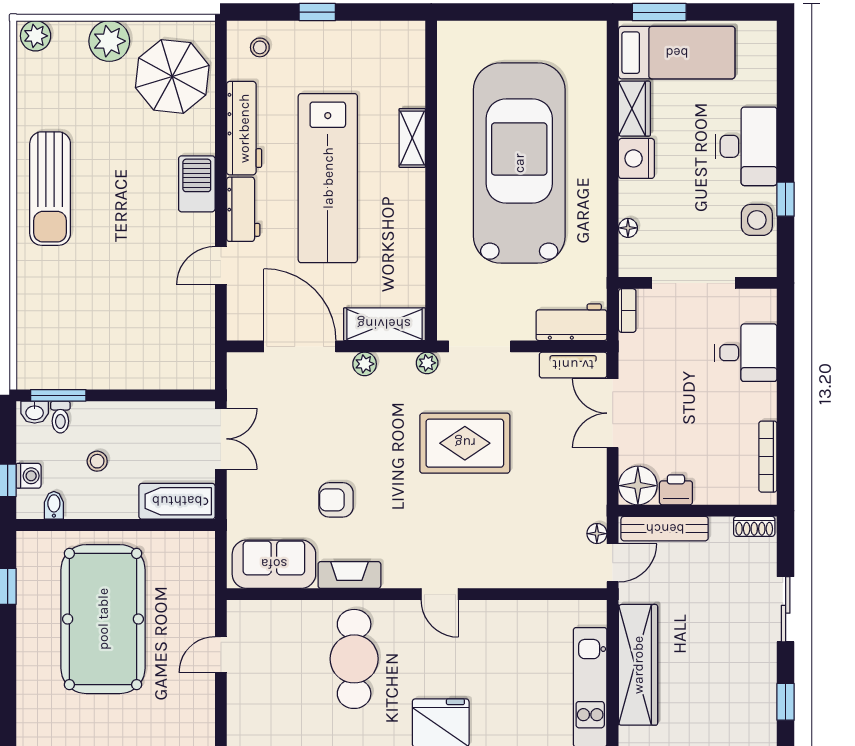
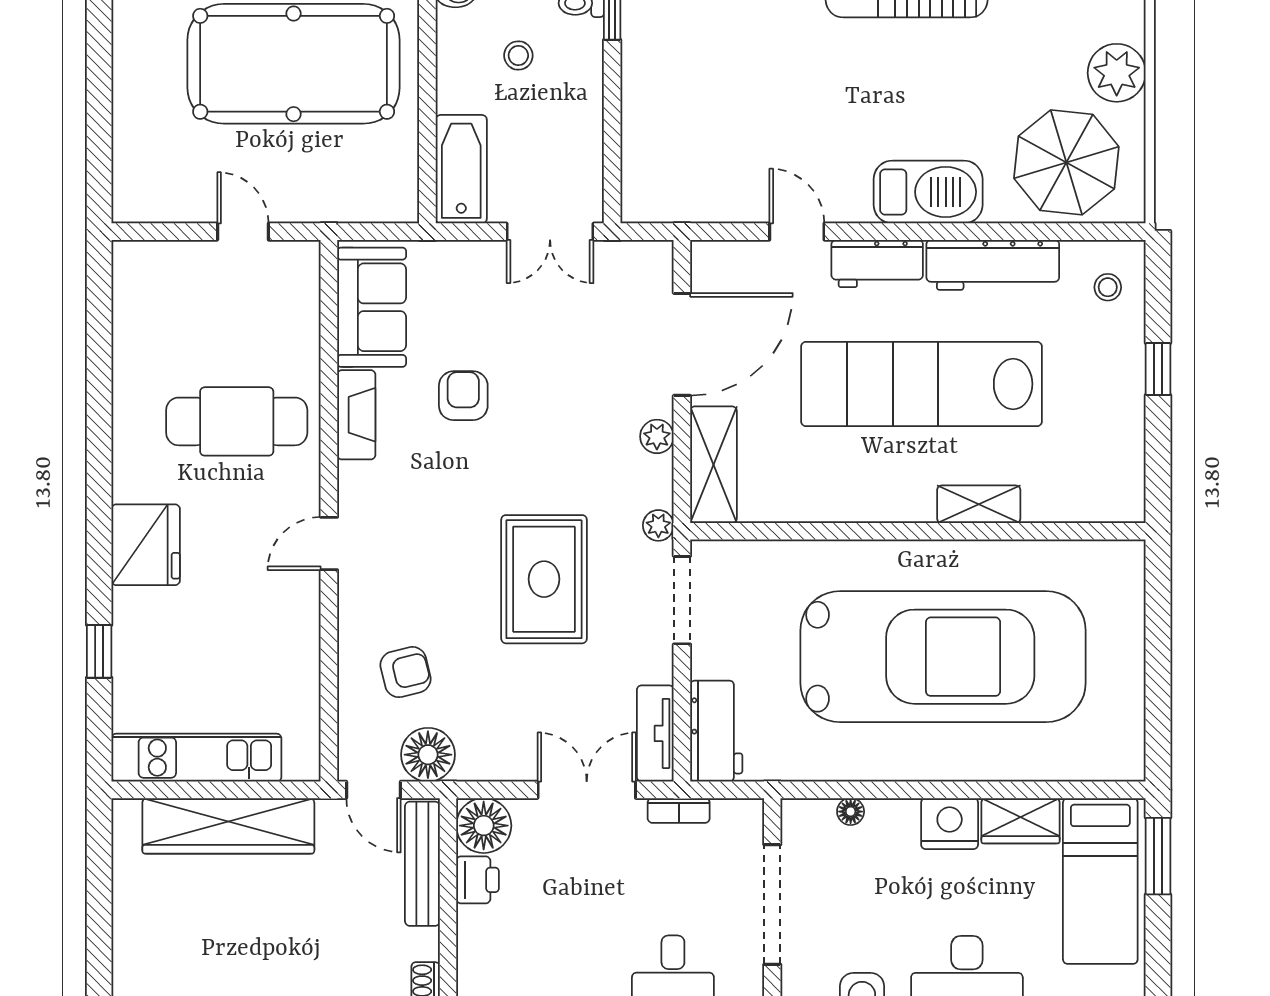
barbecue: (197, 184) -> (928, 192), width x1.37, depth x1.21
bookcase: (627, 311) -> (679, 810), moved
floor lamp: (597, 534) -> (428, 755), width x1.89, depth x1.89
armchair: (530, 540) -> (406, 672), added

